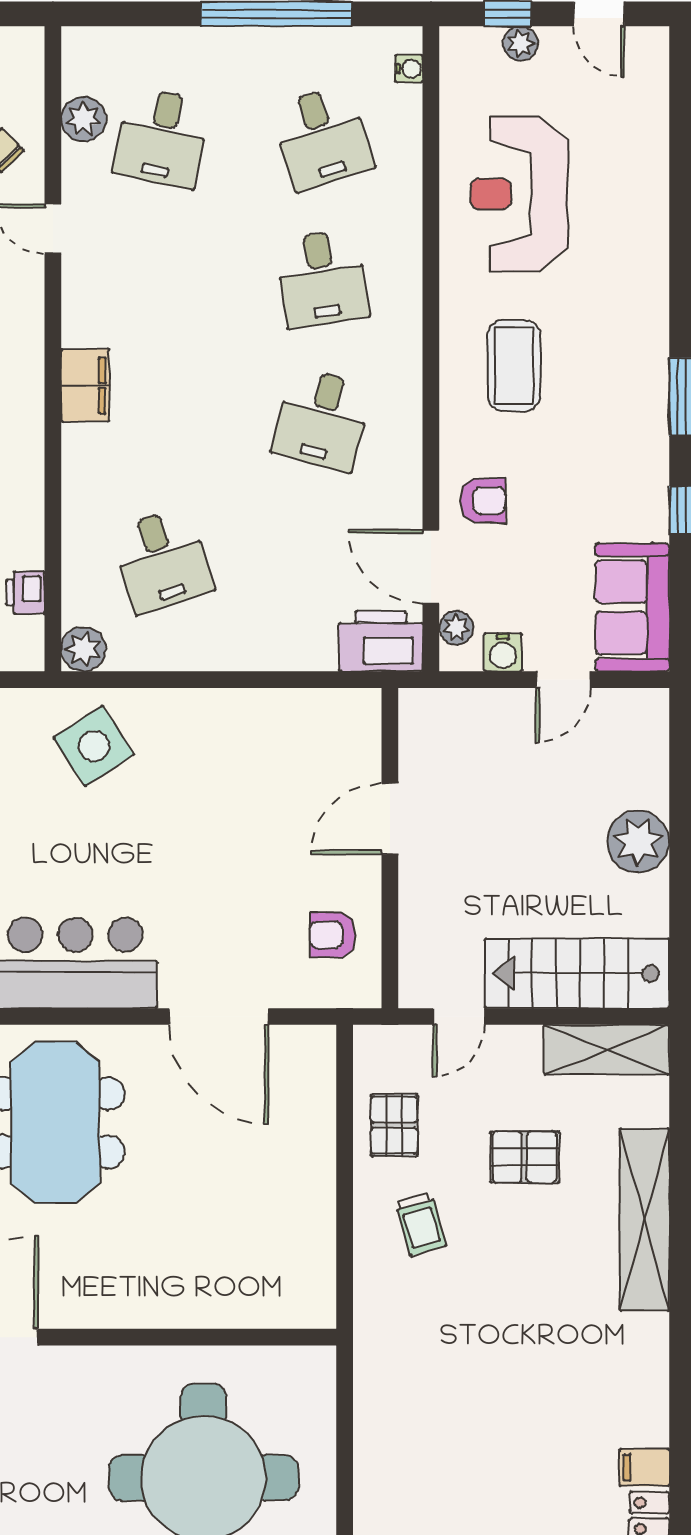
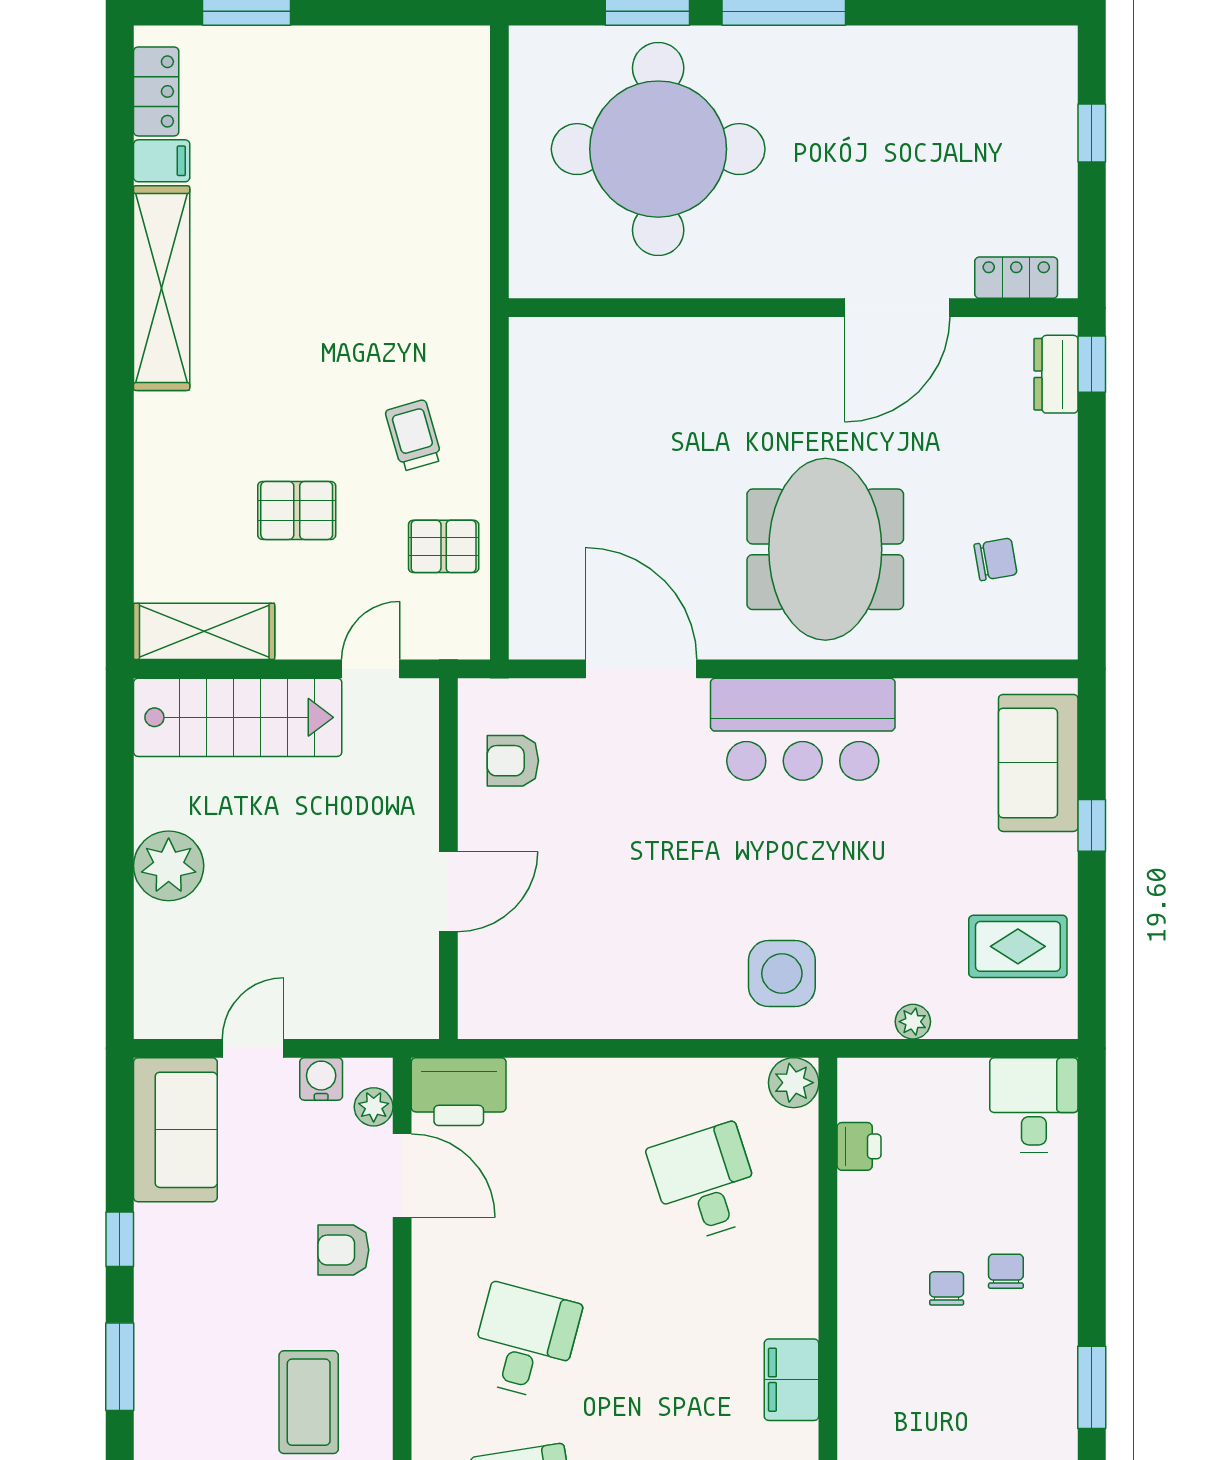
side table: (94, 746) -> (782, 974), turned 33
armchair: (333, 935) -> (513, 761), turned 180
pallet: (394, 1125) -> (444, 546), turned 90
shelving: (644, 1219) -> (162, 288), moved

